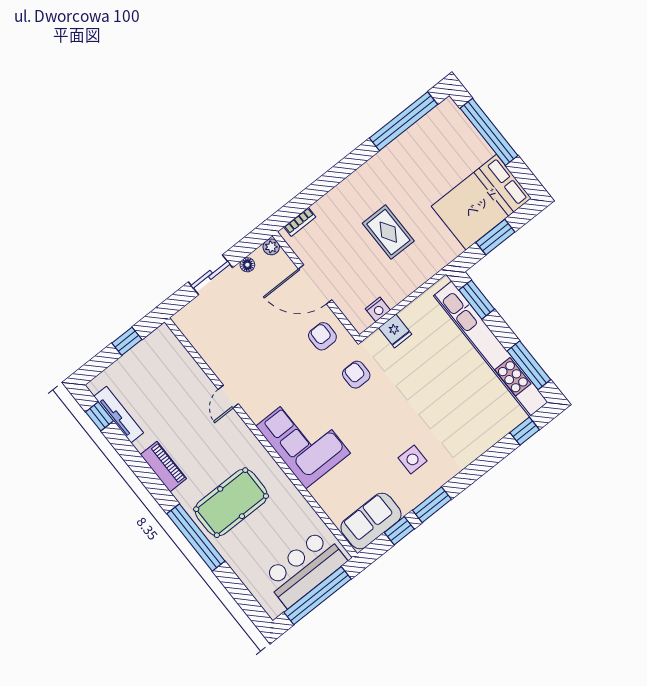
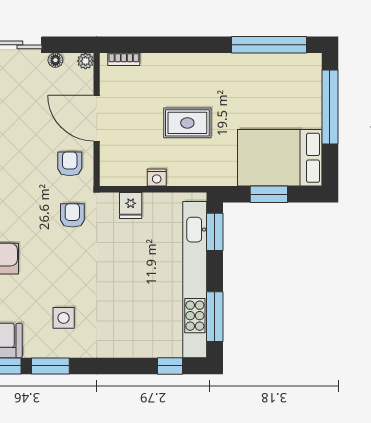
rug: (388, 232) -> (187, 123), turned 90
nightstand: (378, 309) -> (157, 178), moved

